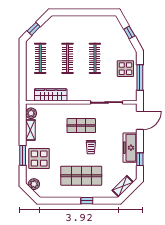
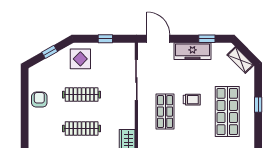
armchair: (91, 24) -> (39, 100), added
display table: (125, 69) -> (80, 59), moved
window: (140, 77) -> (105, 39), width x0.46

